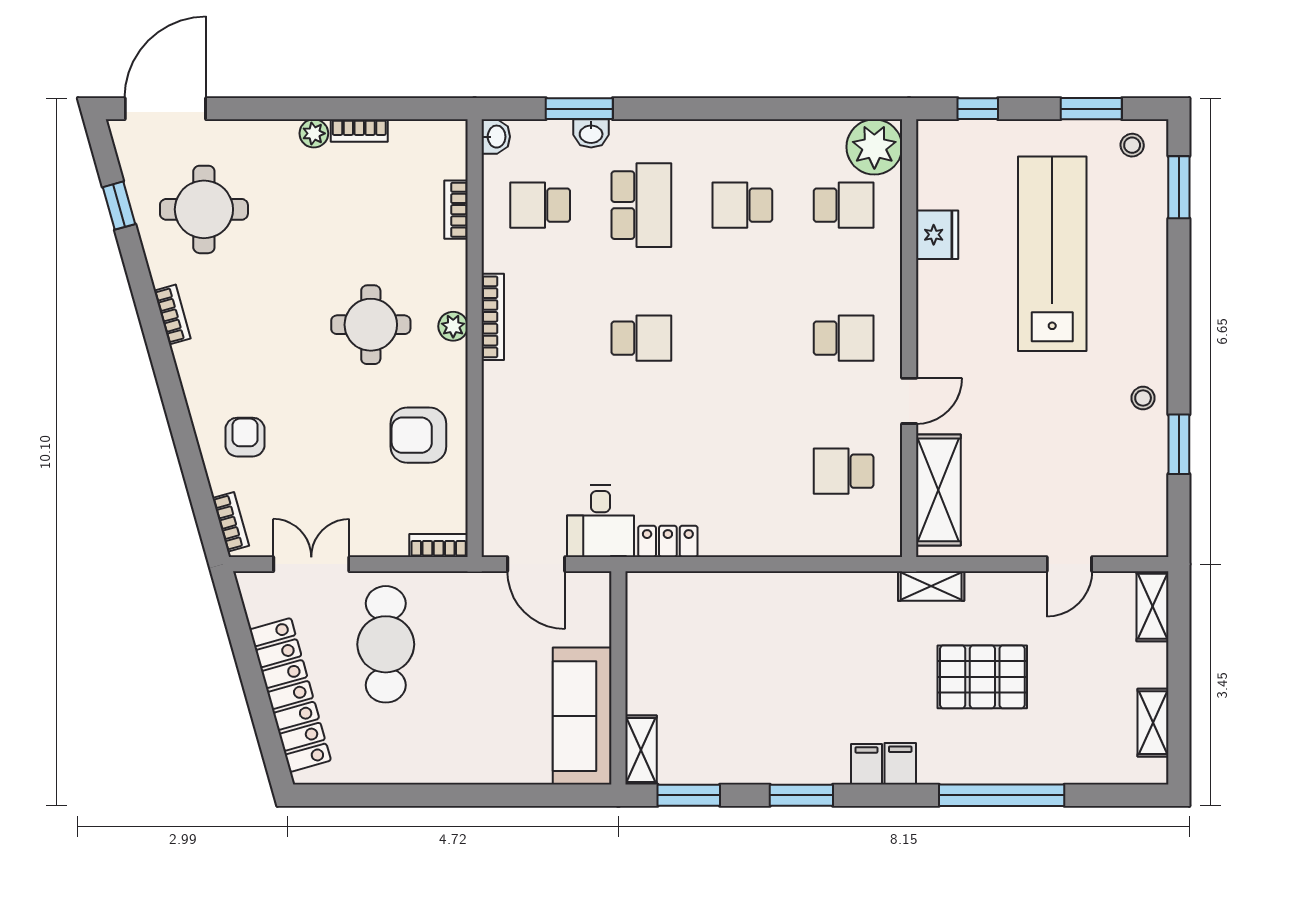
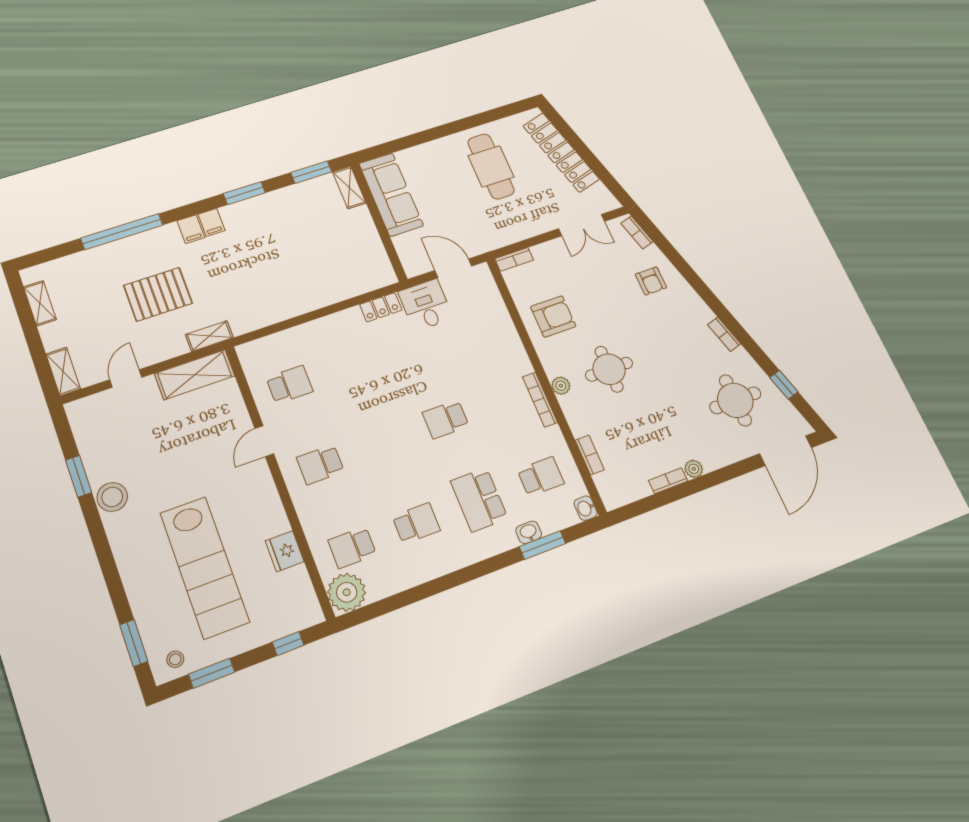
stool: (1143, 398) -> (112, 497), width x1.89, depth x1.89
shelving: (938, 490) -> (195, 375), moved, turned 90
cafe table: (386, 644) -> (491, 166), moved

